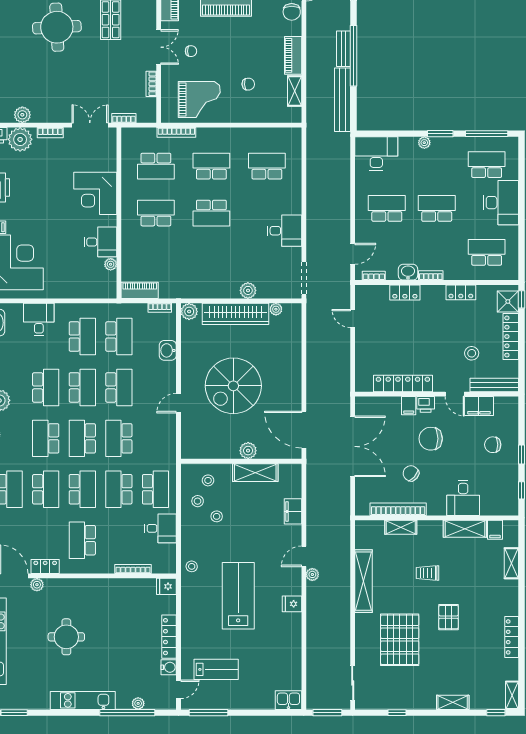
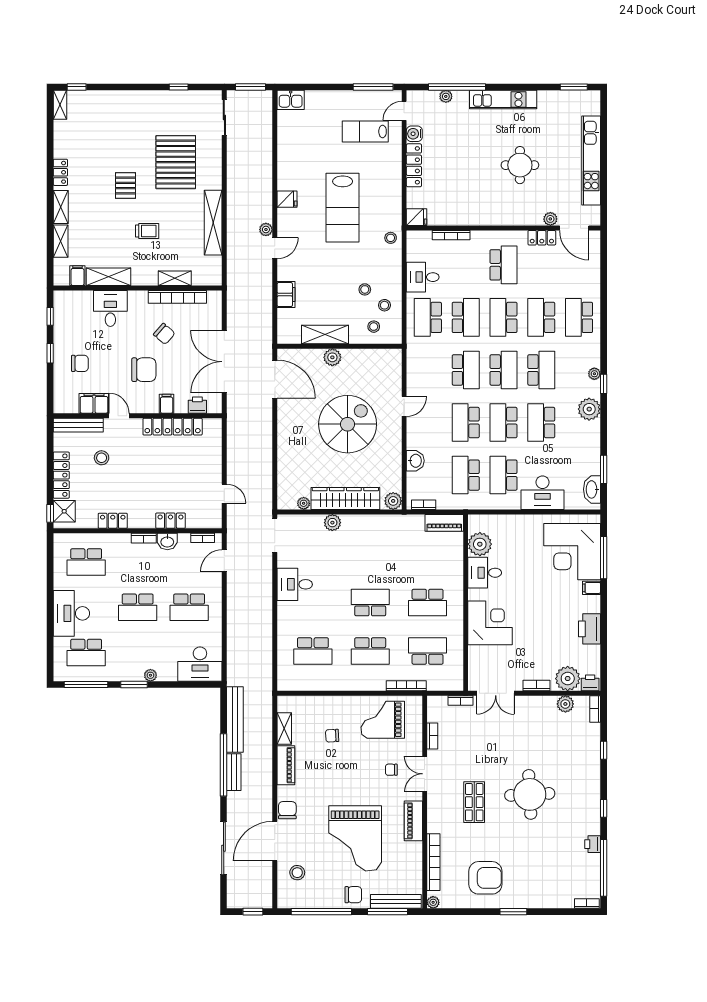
plant: (111, 264) -> (480, 544), width x1.88, depth x1.88
desk: (39, 319) -> (542, 493), width x1.37
printer: (426, 404) -> (197, 405), moved
locker: (512, 637) -> (60, 172), width x0.66
shelving: (453, 702) -> (61, 207), moved, turned 90

